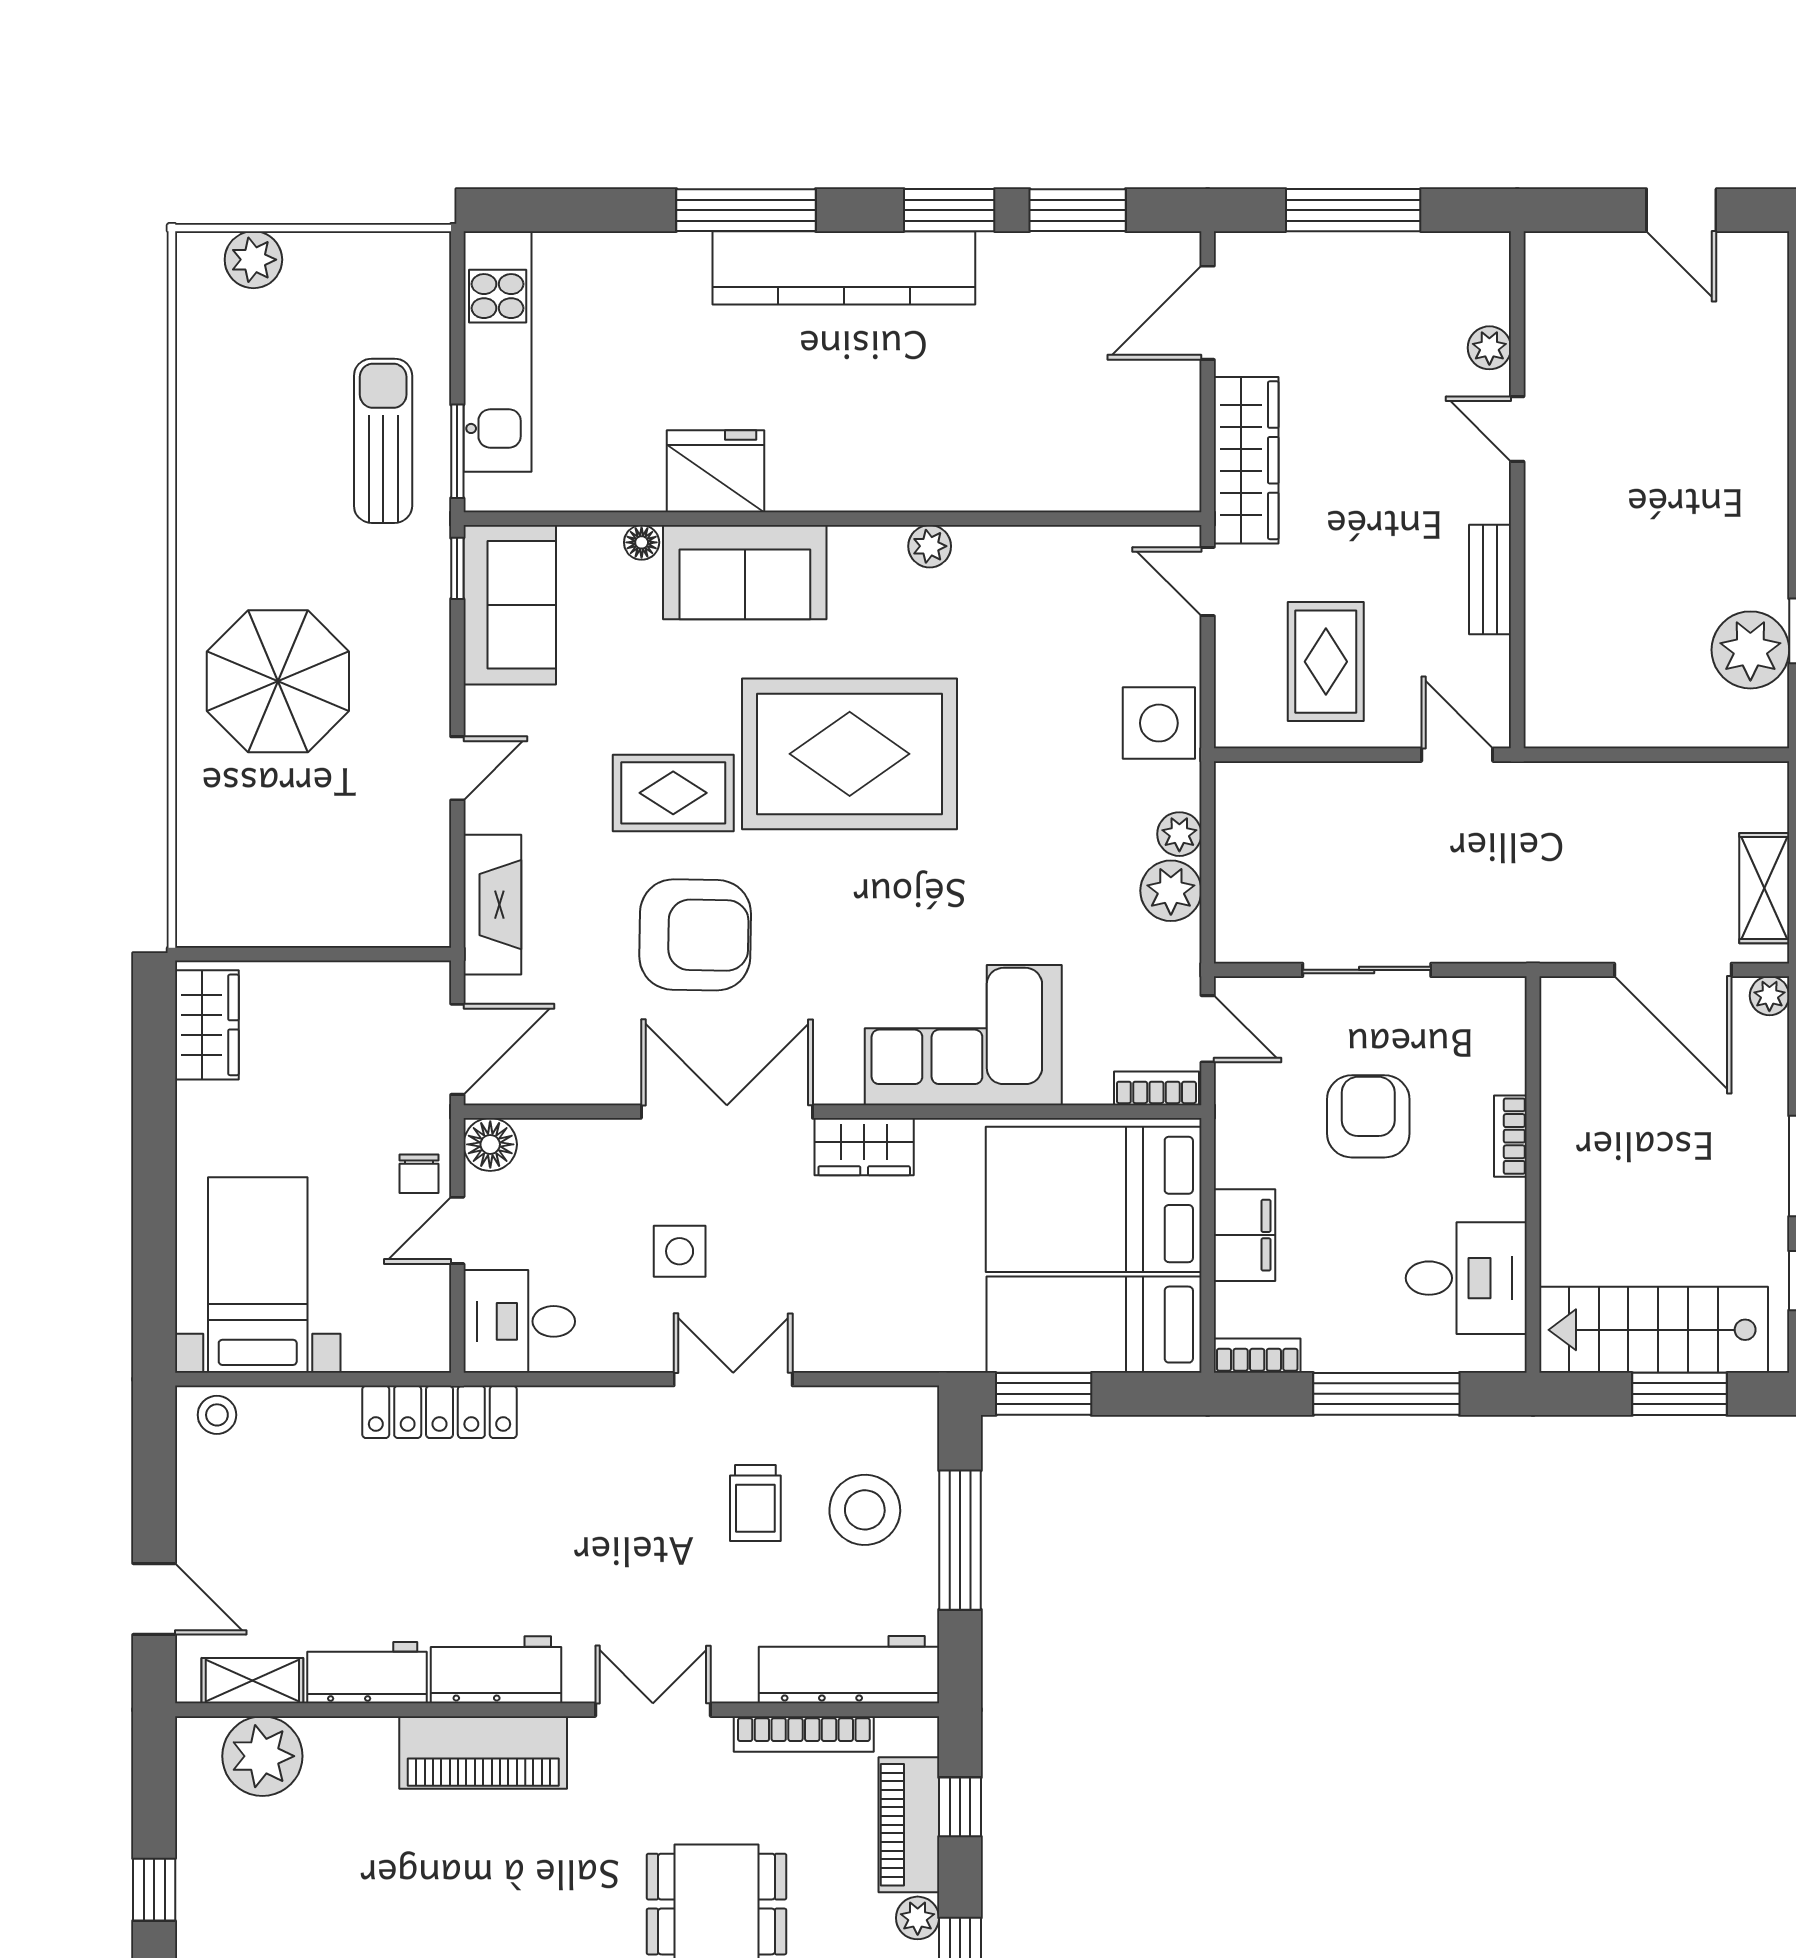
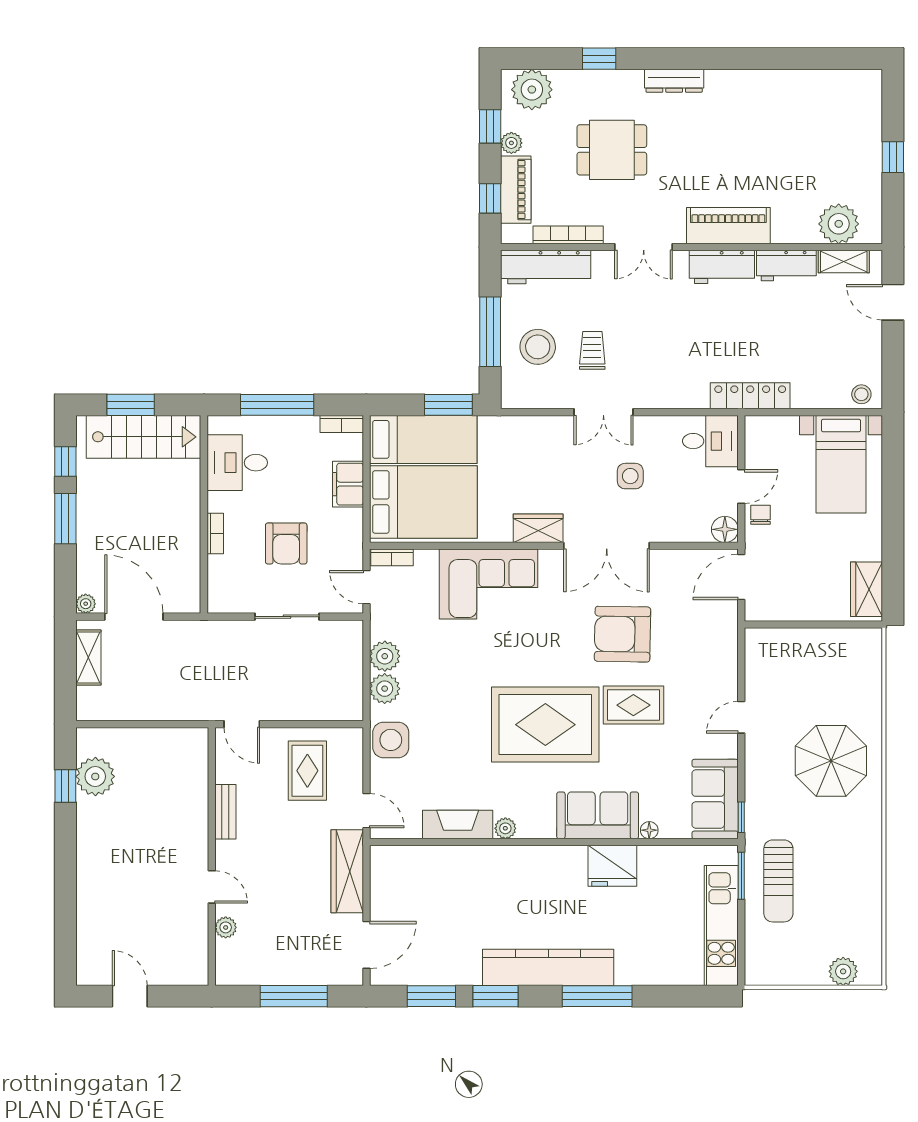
plant: (1179, 834) -> (385, 689), width x1.38, depth x1.38
fireplace: (492, 905) -> (458, 825), moved, turned 90

